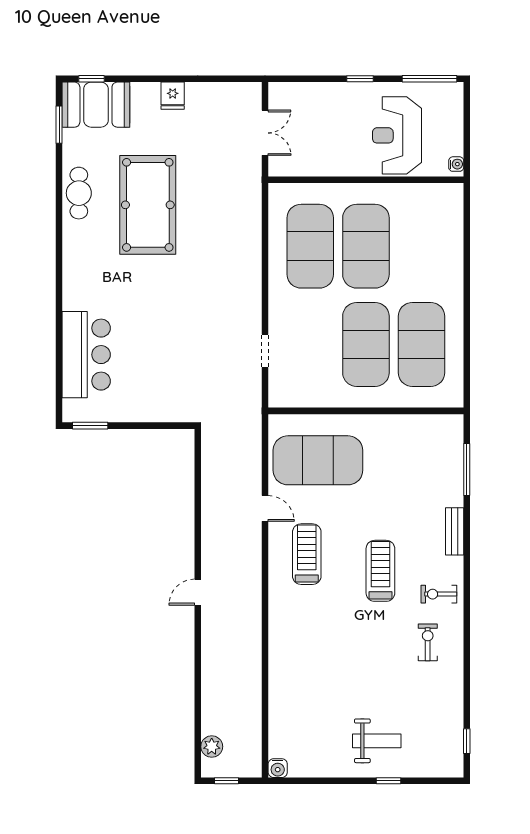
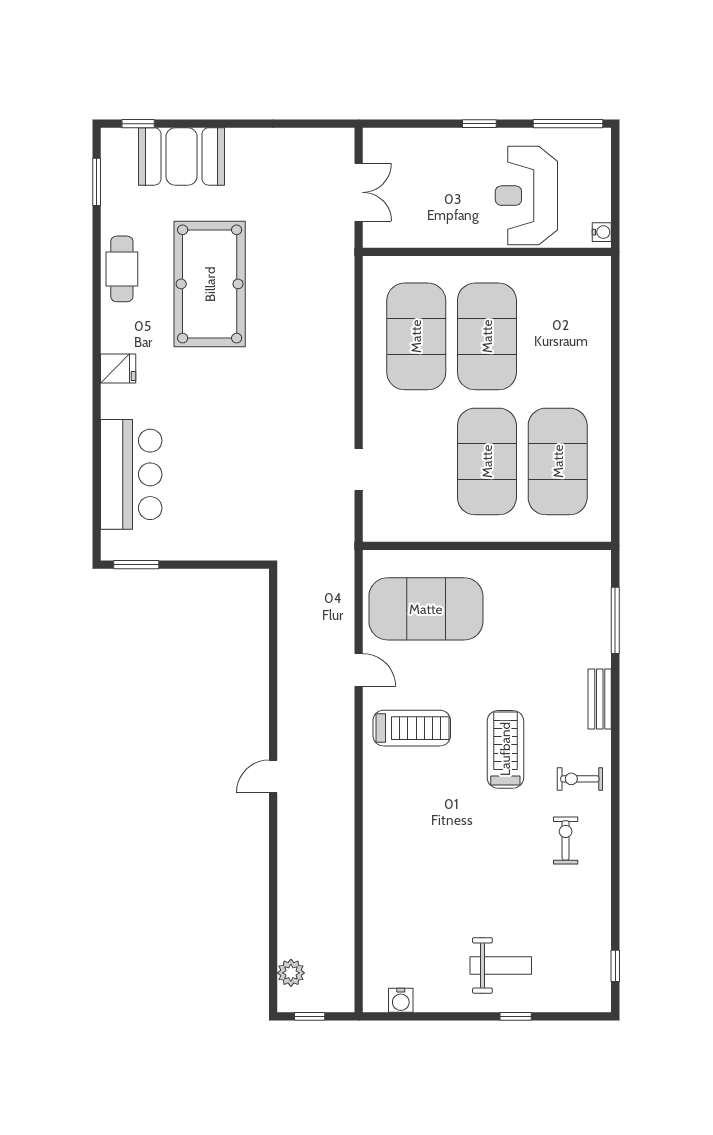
fridge: (173, 96) -> (118, 368), moved, turned -90
booth: (96, 105) -> (182, 156), moved
treadmill: (307, 554) -> (412, 728), turned 90
water cooler: (278, 768) -> (401, 1000), moved

